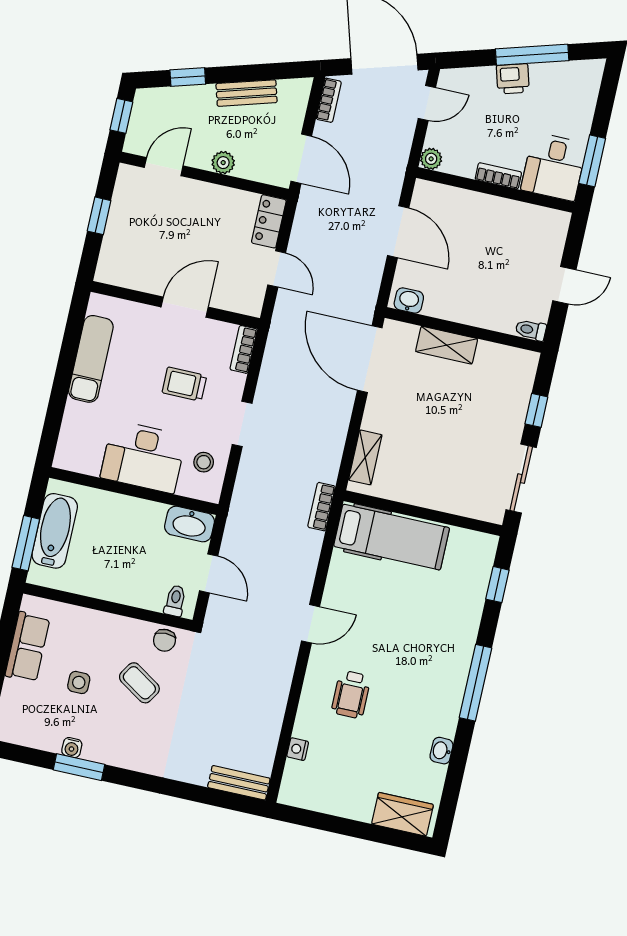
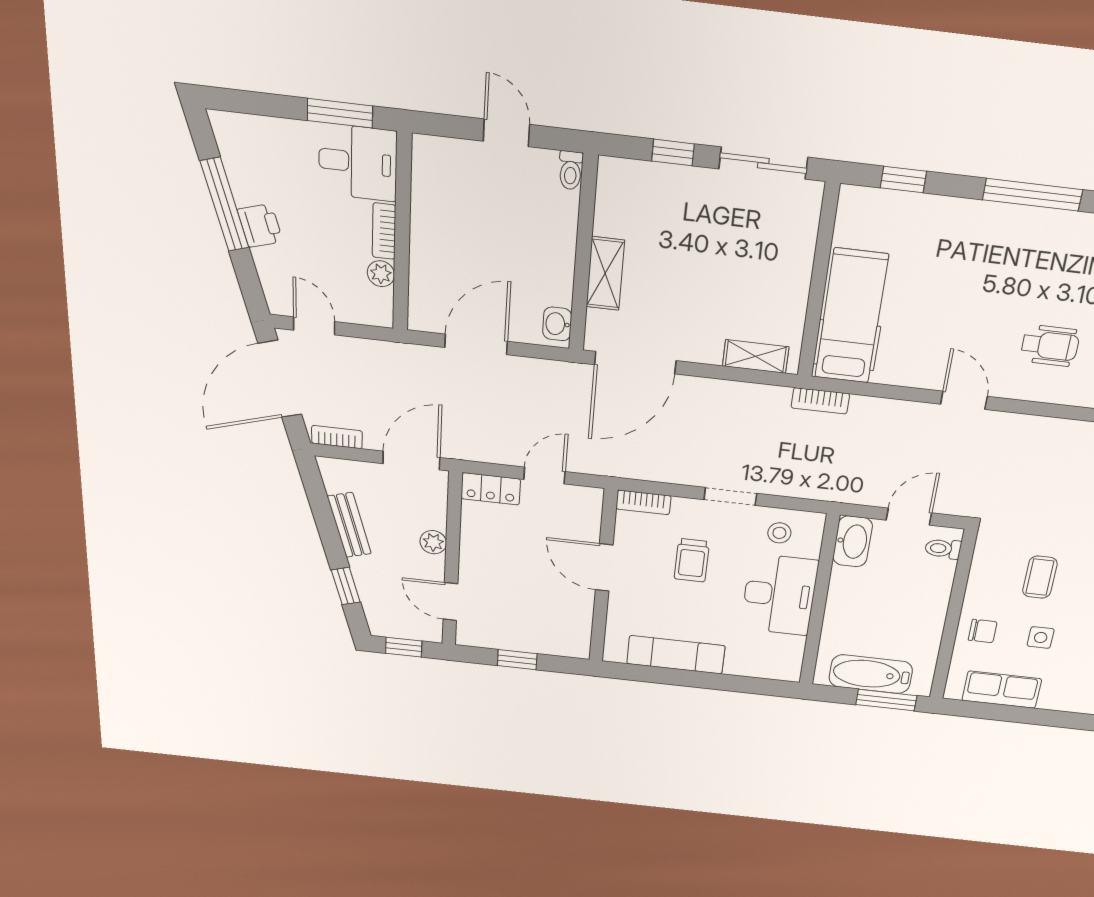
plant: (431, 159) -> (381, 274), moved
chair: (164, 640) -> (983, 631), moved
coffee table: (139, 683) -> (1040, 577), turned -33

